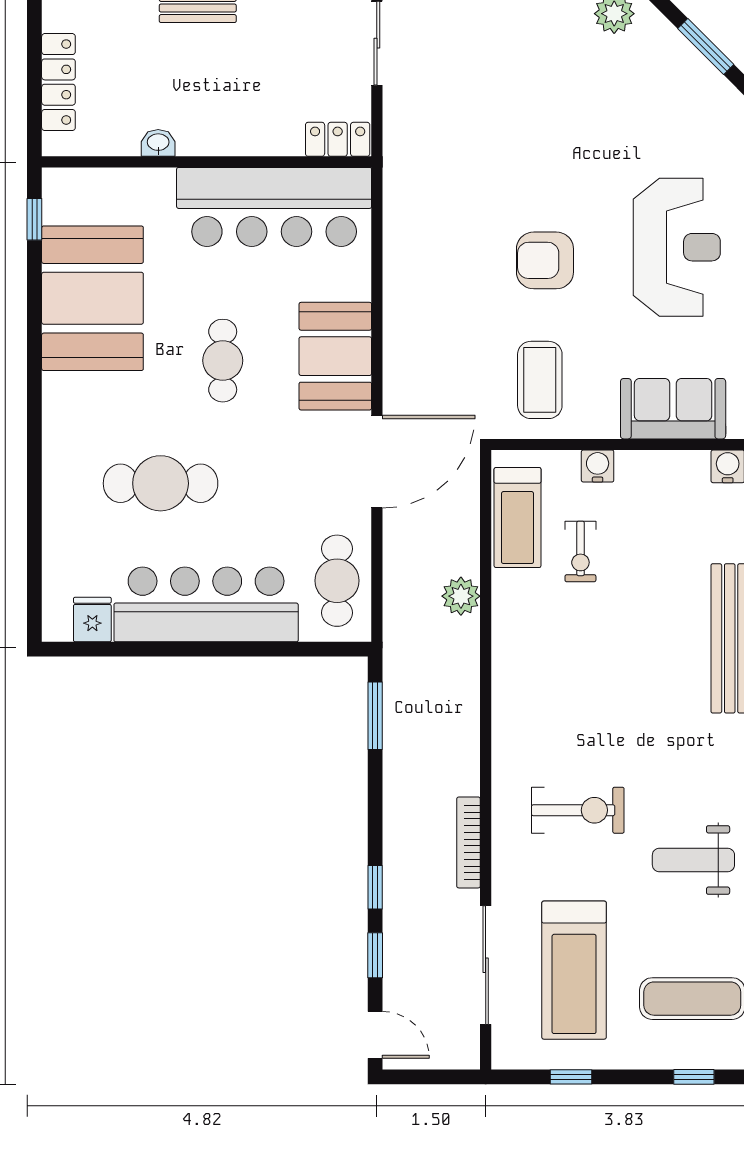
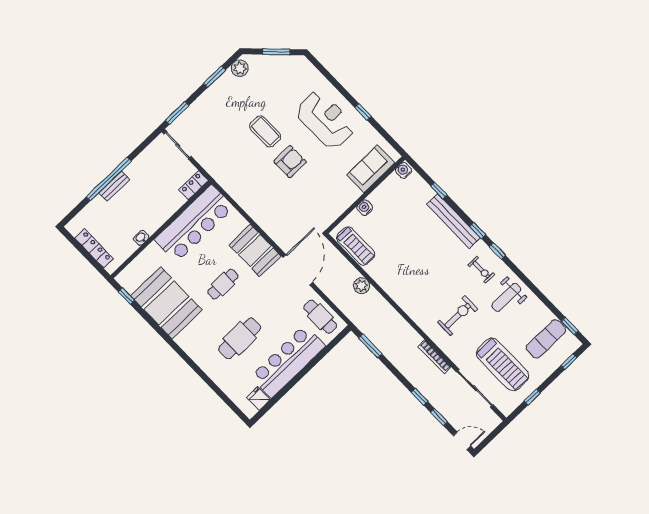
armchair: (545, 260) -> (290, 162), turned 180
cafe table: (223, 361) -> (223, 284), turned 90
coffee table: (540, 380) -> (265, 131), moved
exercise bike: (580, 551) -> (481, 270), moved

